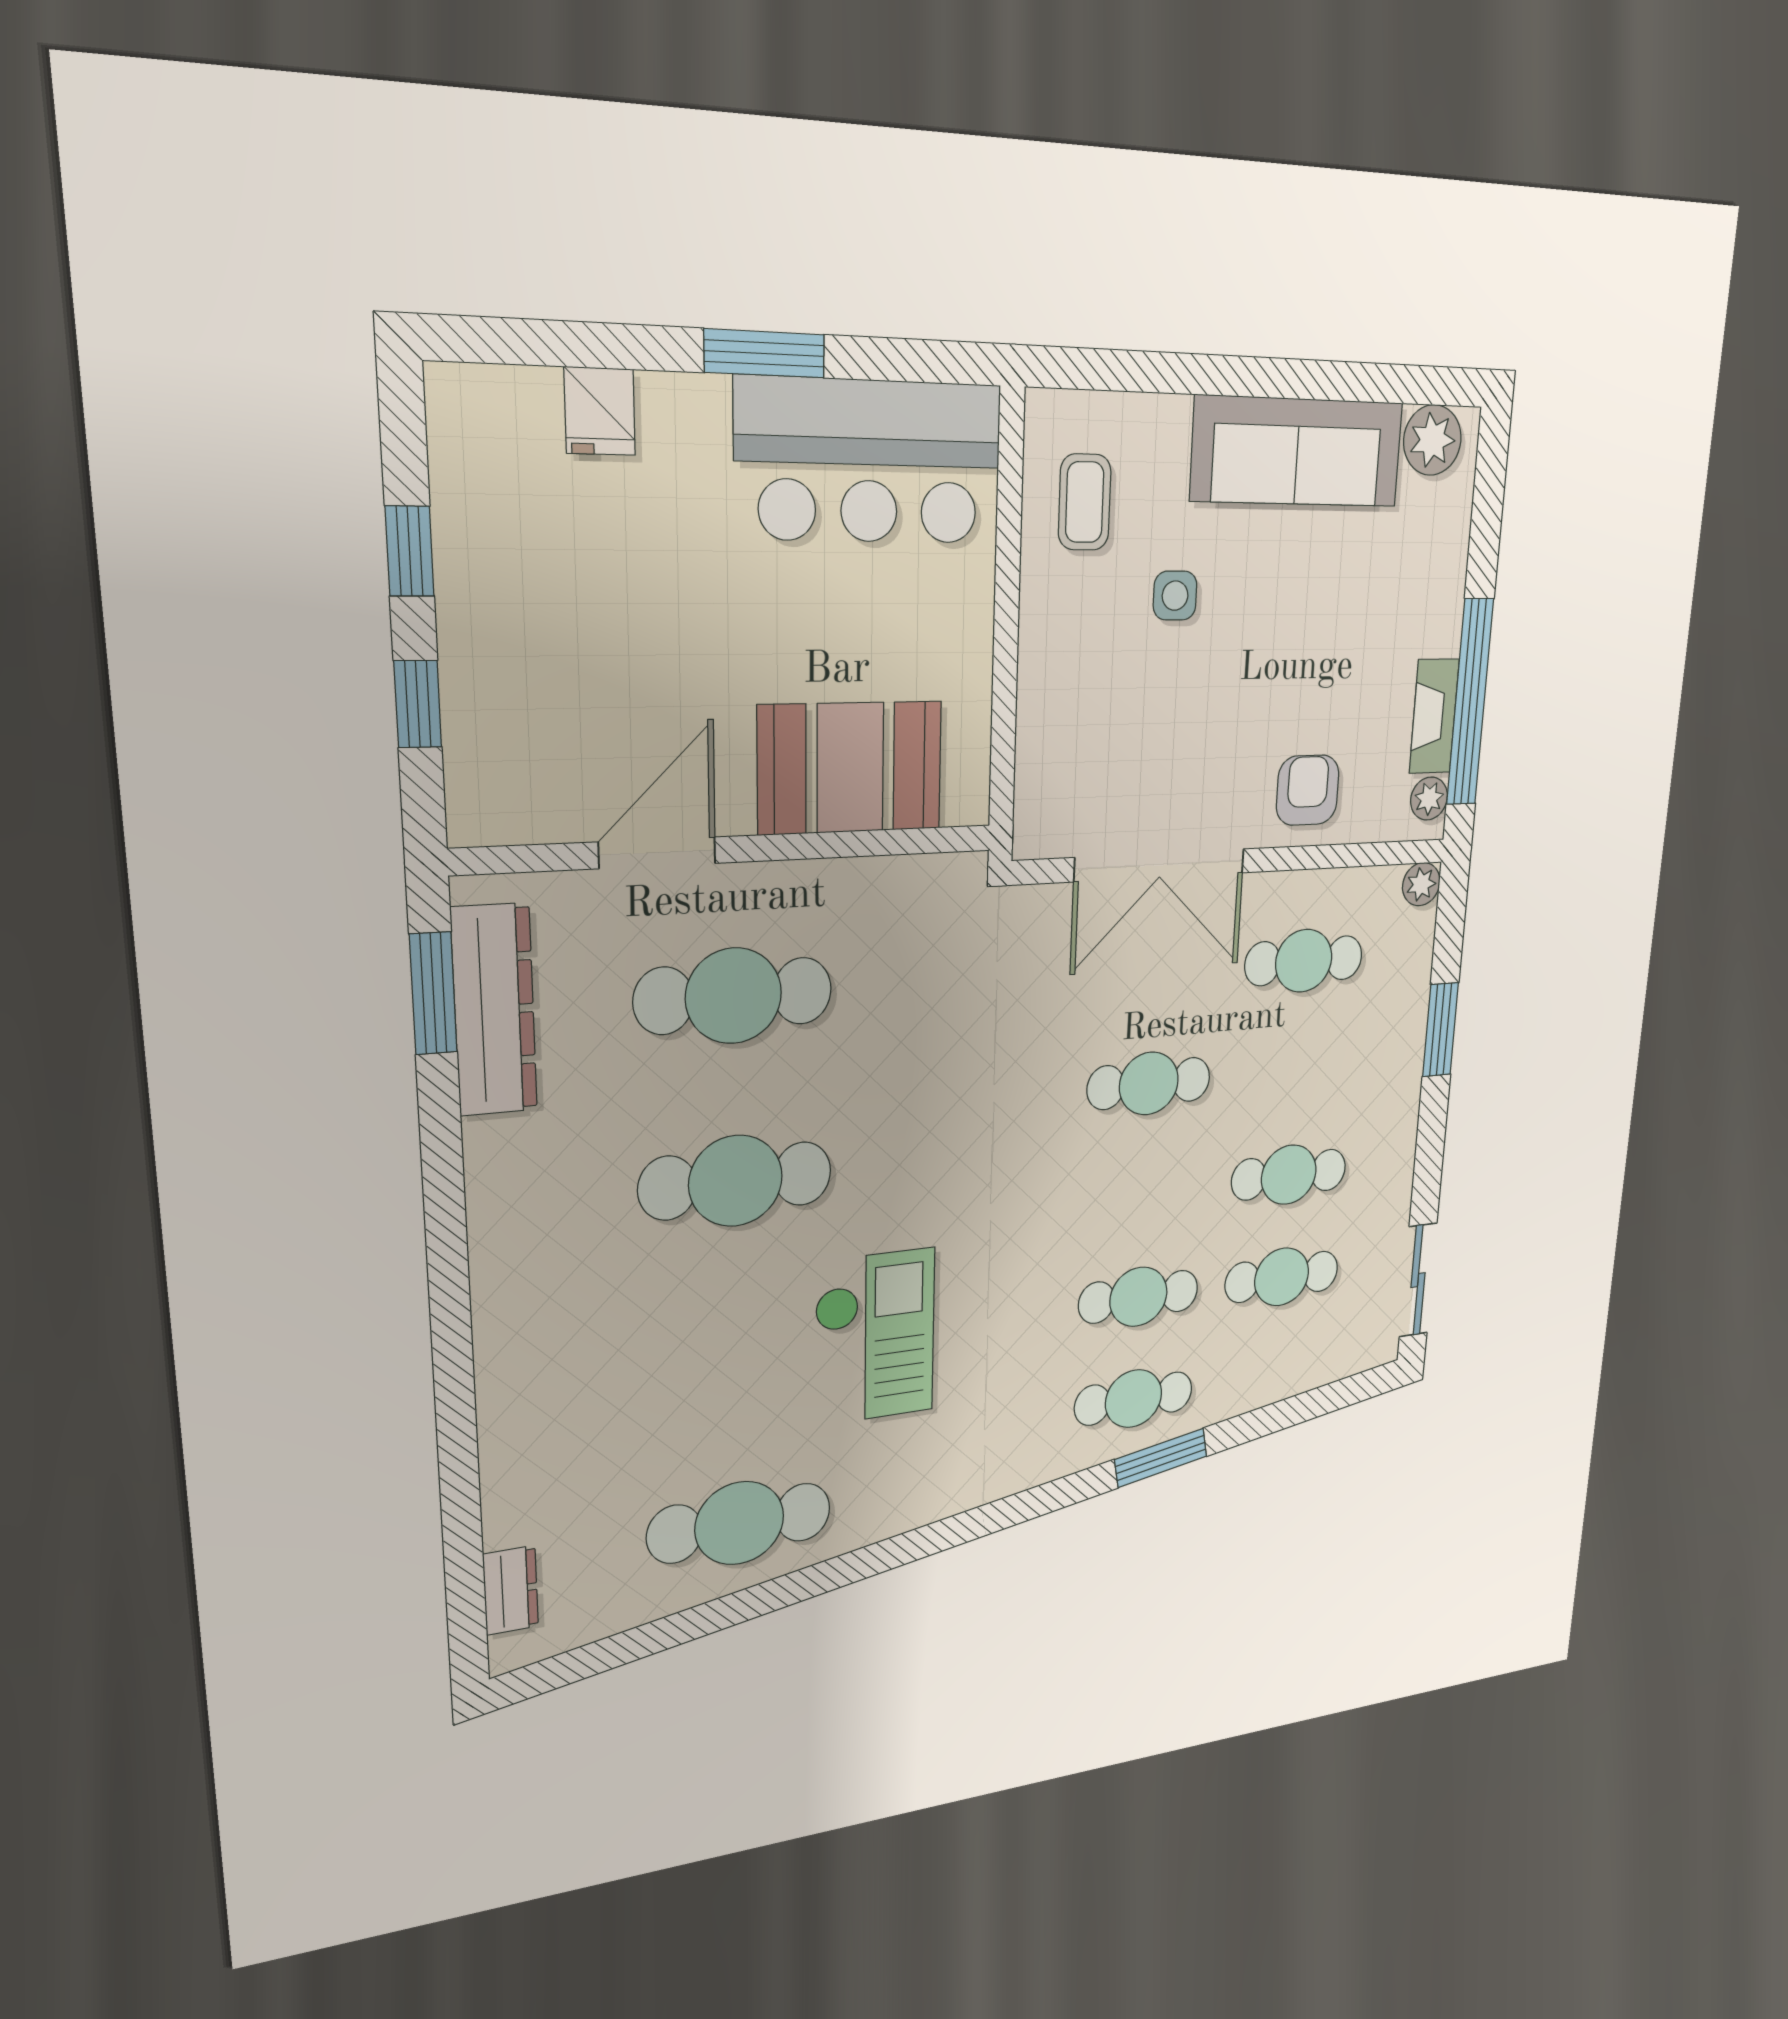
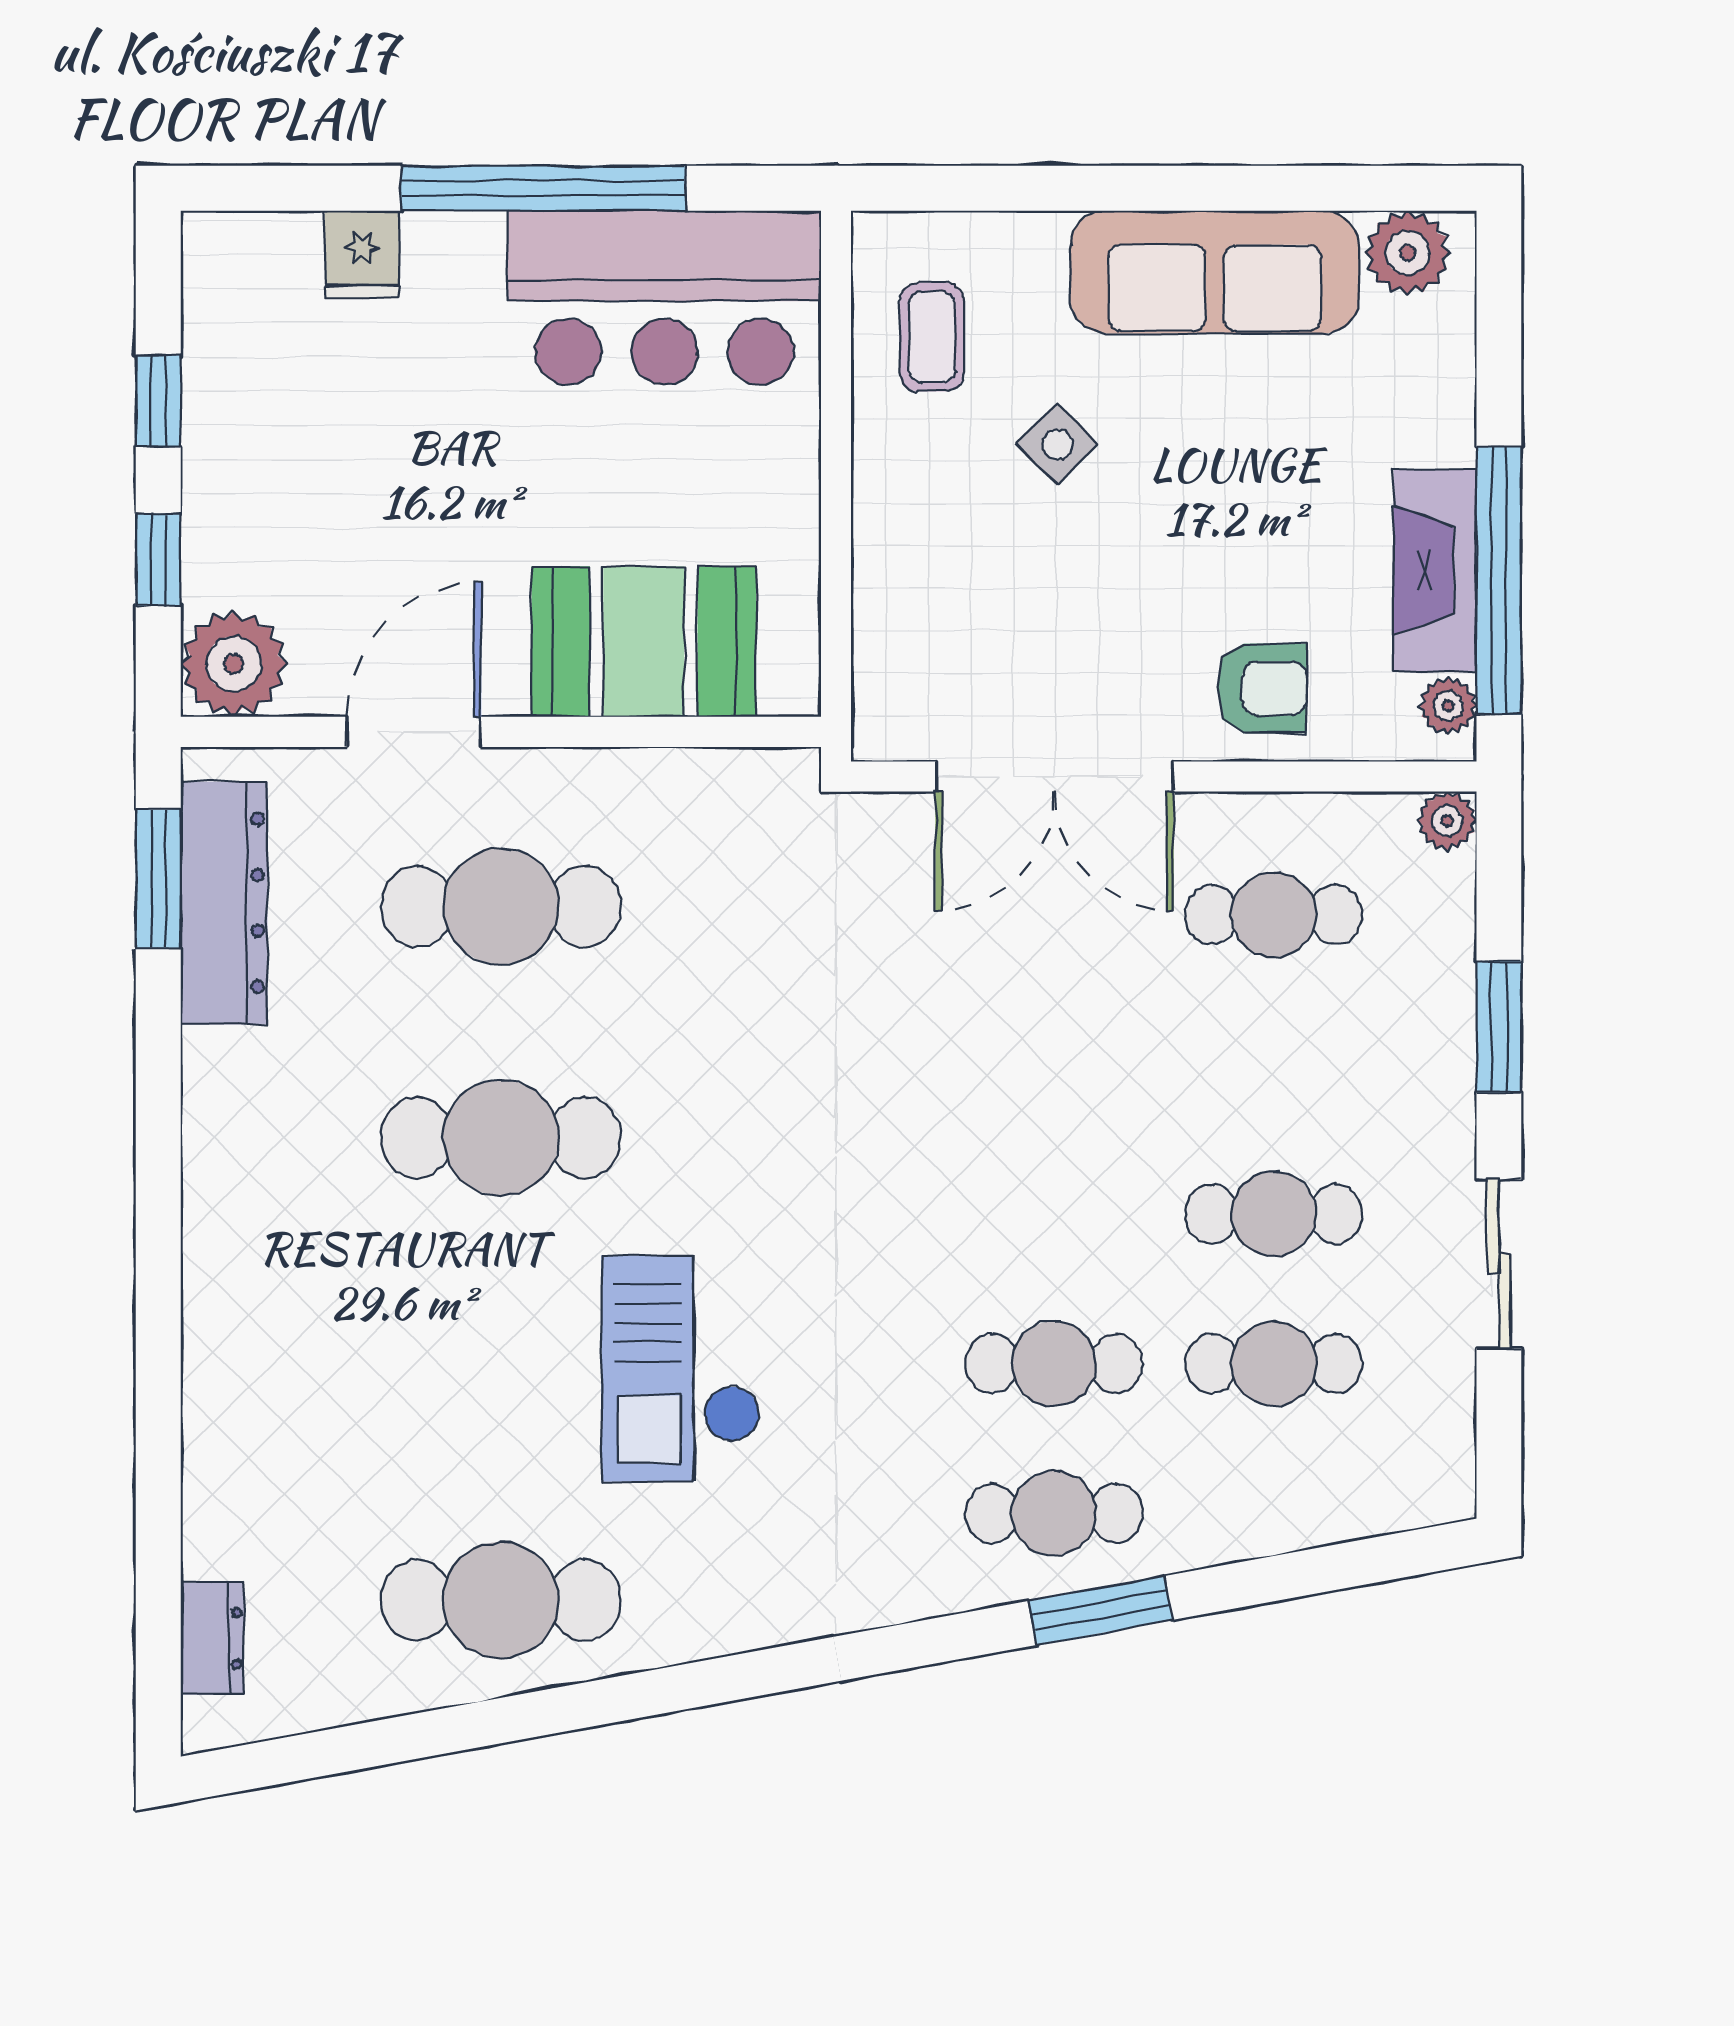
window: (765, 353) -> (543, 188), width x2.11
side table: (1175, 596) -> (1057, 444), turned 45
fireplace: (1434, 716) -> (1435, 570), width x1.37, depth x1.32
armchair: (1308, 790) -> (1262, 688), turned 90
plant: (494, 799) -> (234, 664), added
cafe table: (1149, 1084) -> (1054, 1064), removed
sliding door: (1418, 1280) -> (1499, 1264), moved
checkout: (875, 1337) -> (681, 1368), turned 180

